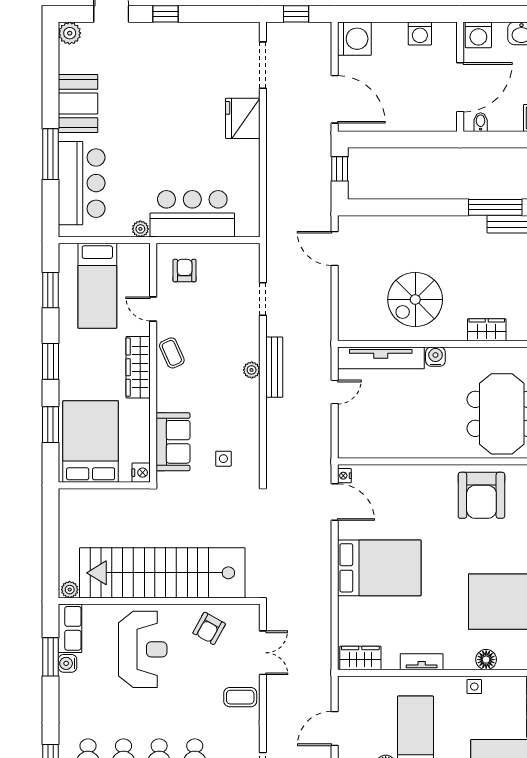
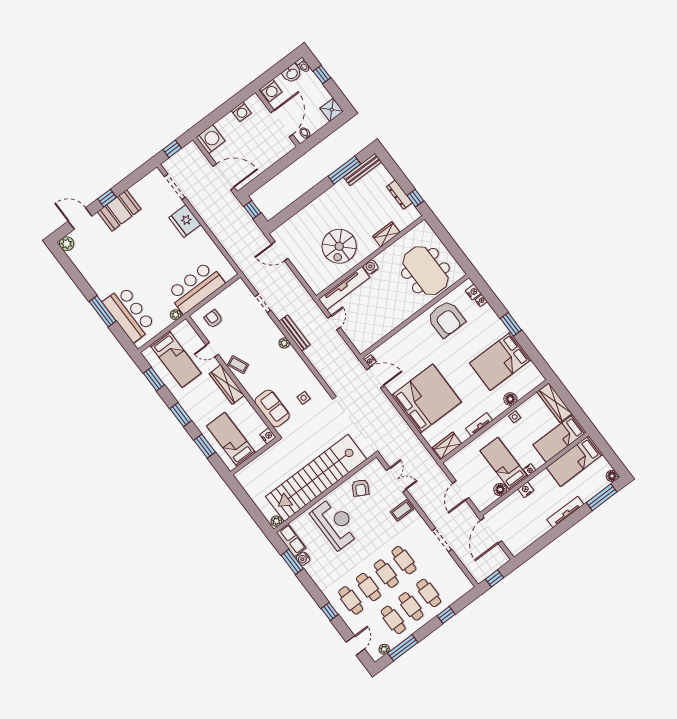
booth: (78, 103) -> (119, 210), moved, turned 90
bed: (91, 441) -> (231, 439), width x0.67
bed: (379, 568) -> (426, 399), width x1.36

